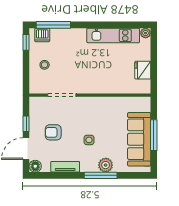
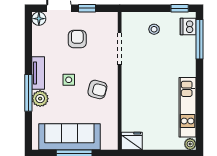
fridge: (143, 70) -> (132, 141), moved
armchair: (98, 115) -> (97, 89), added
tv unit: (65, 167) -> (38, 73), moved

